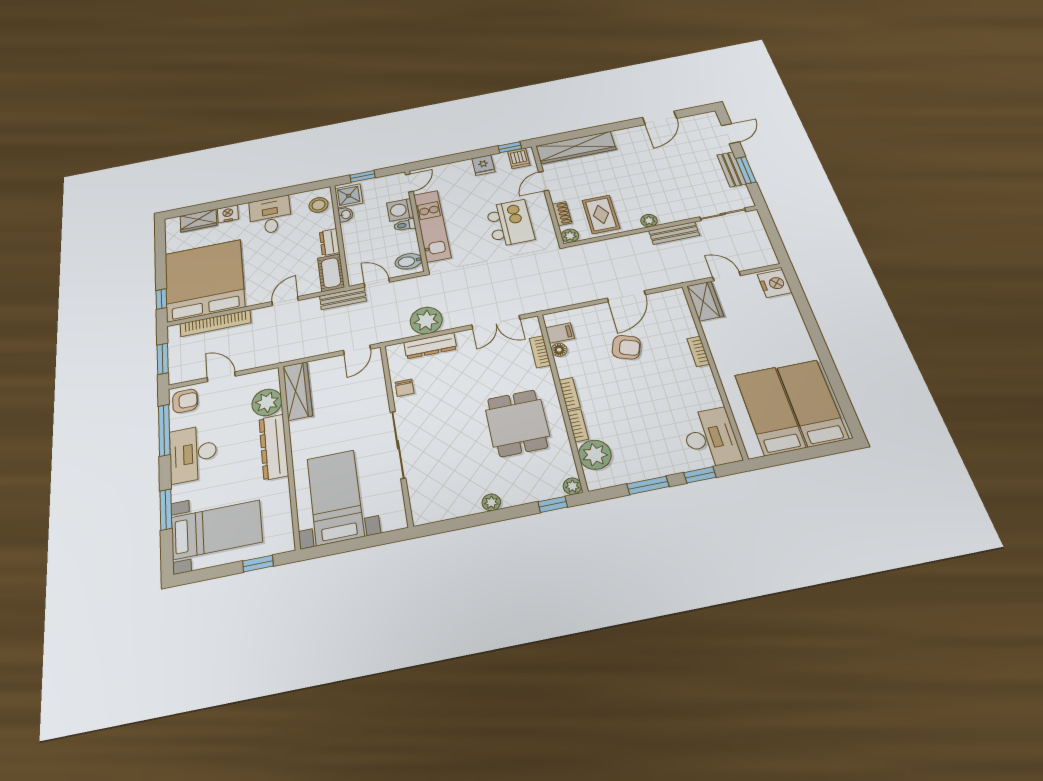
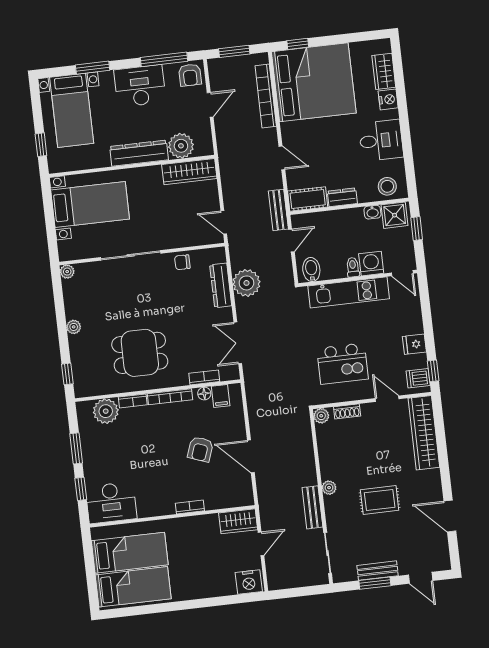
rug: (601, 214) -> (380, 500), moved
bookcase: (570, 394) -> (170, 397), width x1.56
plant: (572, 486) -> (67, 272), moved

